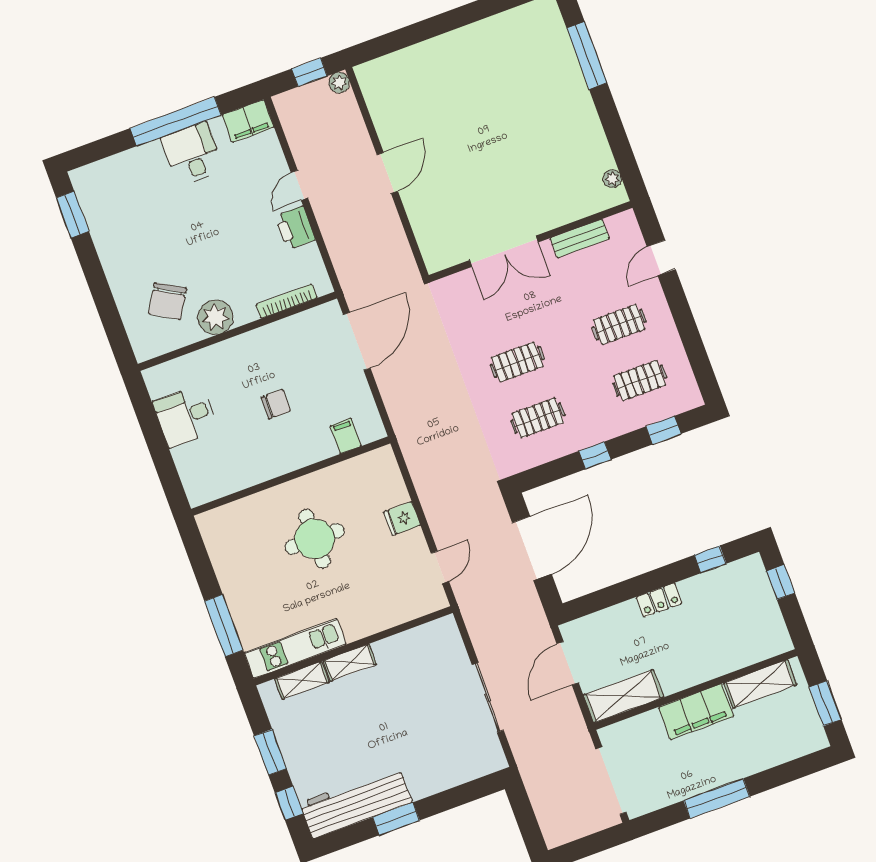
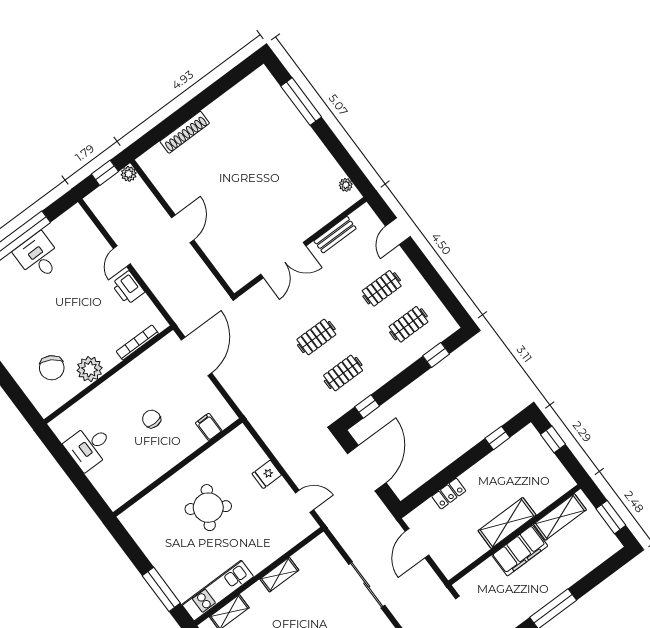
shoe rack: (427, 51) -> (185, 132), added
filing cabinet: (248, 121) -> (71, 221), removed
chair: (276, 404) -> (152, 419), turned -90
window: (595, 455) -> (367, 406), moved
round table: (315, 539) -> (208, 508), turned 32
door: (440, 567) -> (304, 501), hinge flipped
locker: (659, 600) -> (449, 494), moved
shelving: (350, 663) -> (279, 575), moved
shelving: (623, 696) -> (507, 523), moved

